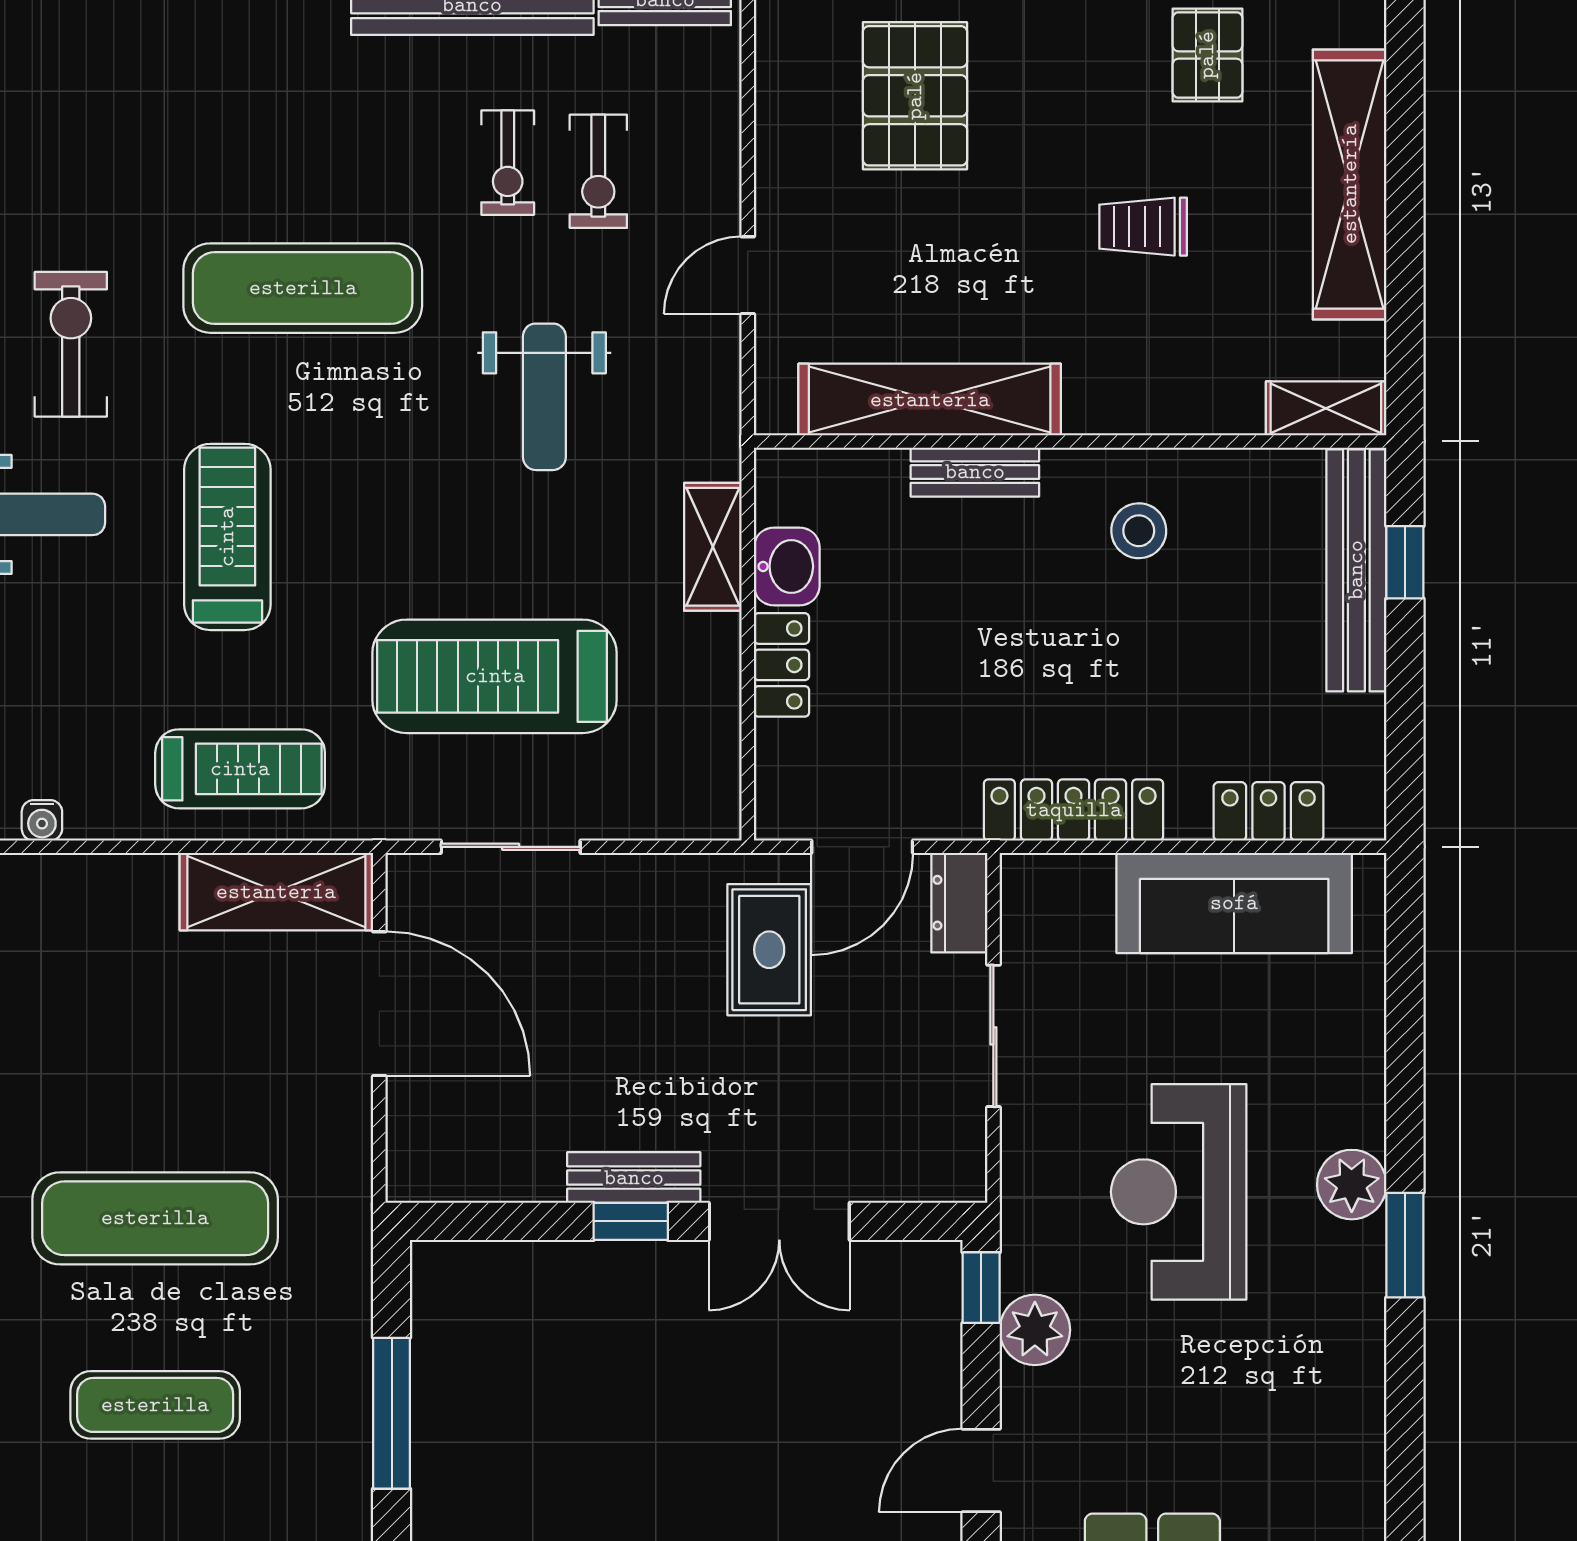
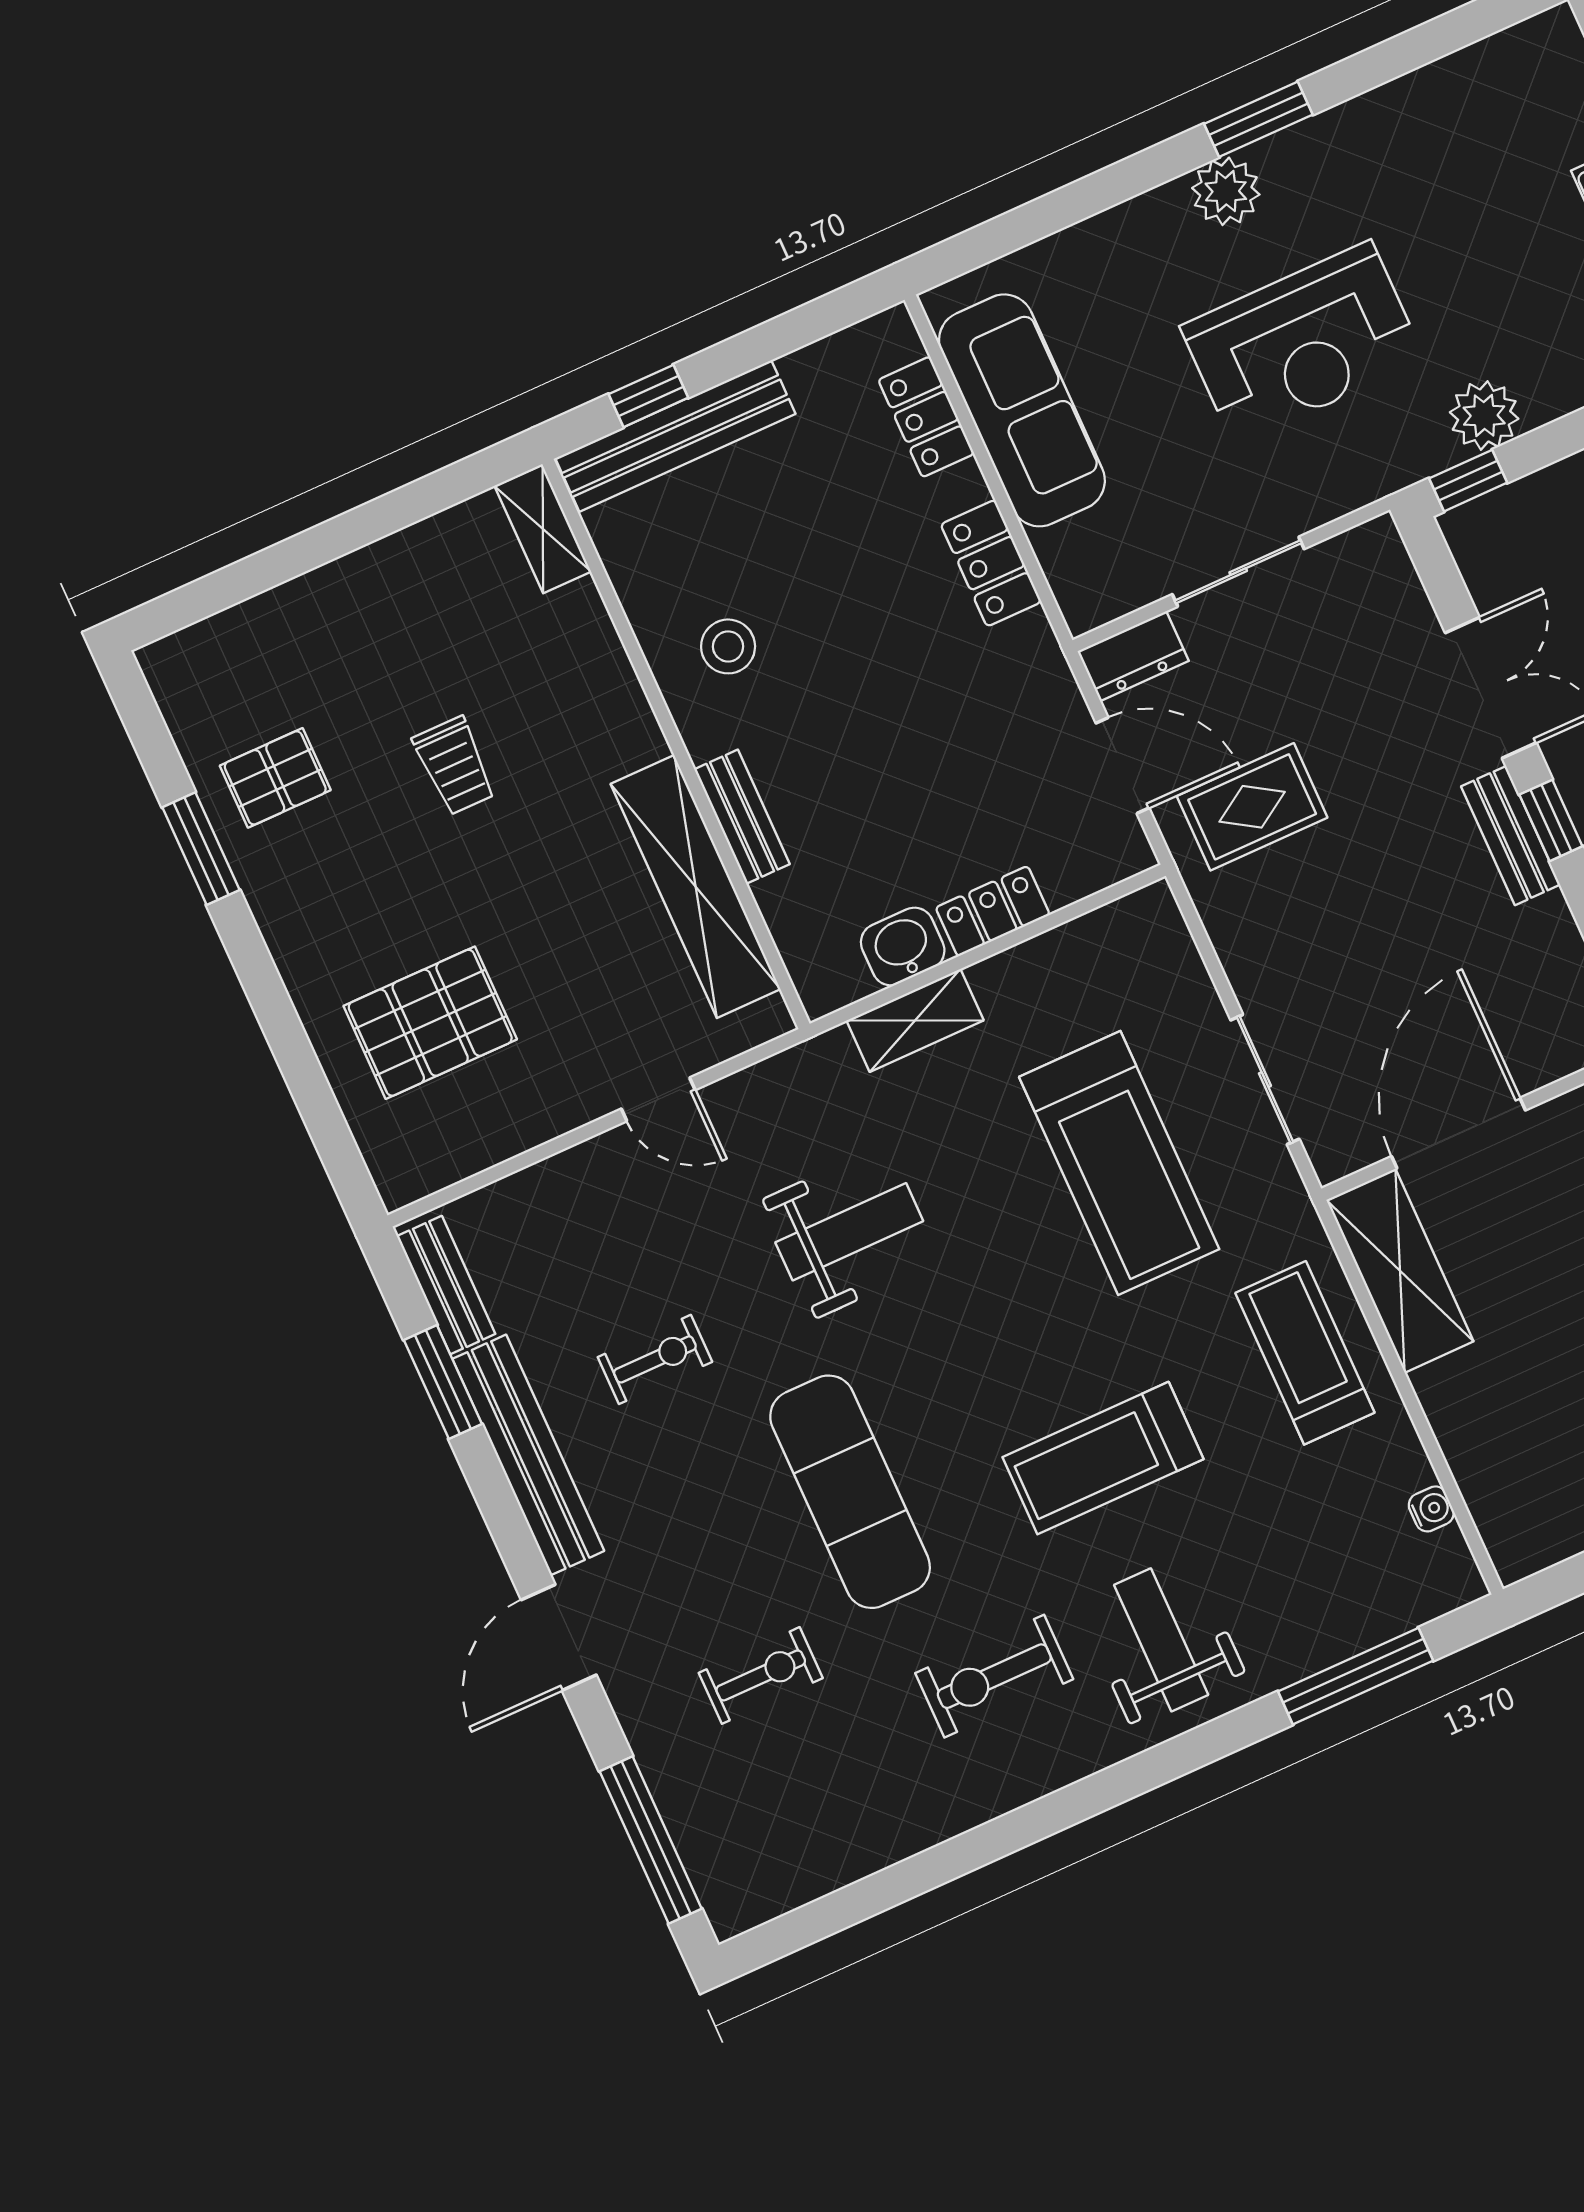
exercise bike: (598, 171) -> (761, 1675), moved
shelving: (1350, 184) -> (333, 598), removed
locker: (1074, 810) -> (991, 563), width x0.66

